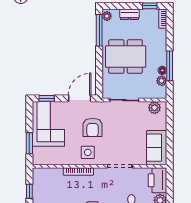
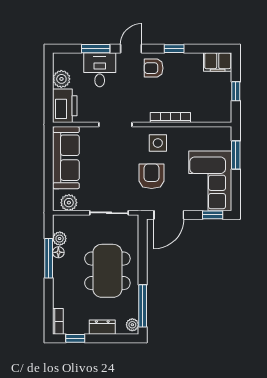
dining table: (126, 57) -> (107, 271), turned 90
sofa: (157, 148) -> (66, 158), width x1.36

